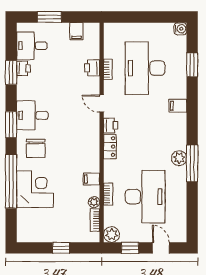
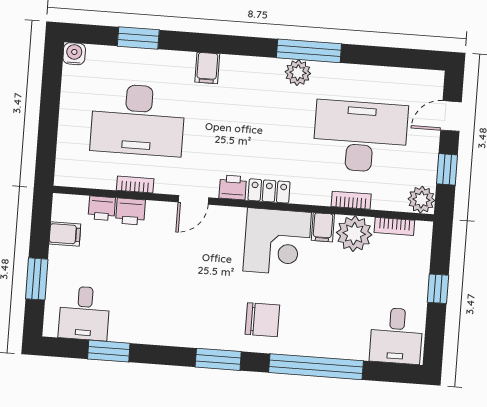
printer: (23, 68) -> (102, 208), moved, turned 180
window: (11, 73) -> (109, 351), moved
desk: (32, 115) -> (396, 336), moved
corner desk: (35, 189) -> (277, 242), moved, turned 180
plant: (94, 202) -> (354, 234), width x1.87, depth x1.87

